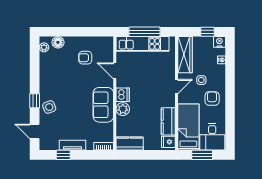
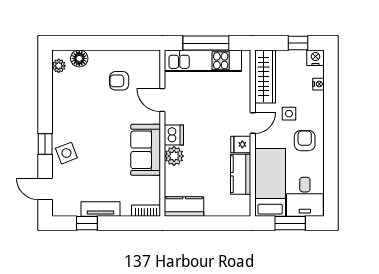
fridge: (168, 142) -> (241, 144), moved

